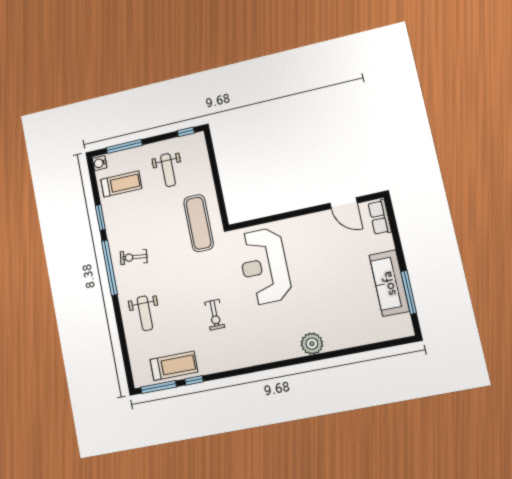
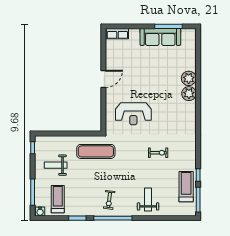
weight bench: (168, 170) -> (56, 165), turned 180
door: (344, 203) -> (103, 79), moved
reception desk: (264, 266) -> (133, 114), width x0.74, depth x0.77
weight bench: (145, 313) -> (148, 199), turned -90
plant: (335, 339) -> (189, 78), added

